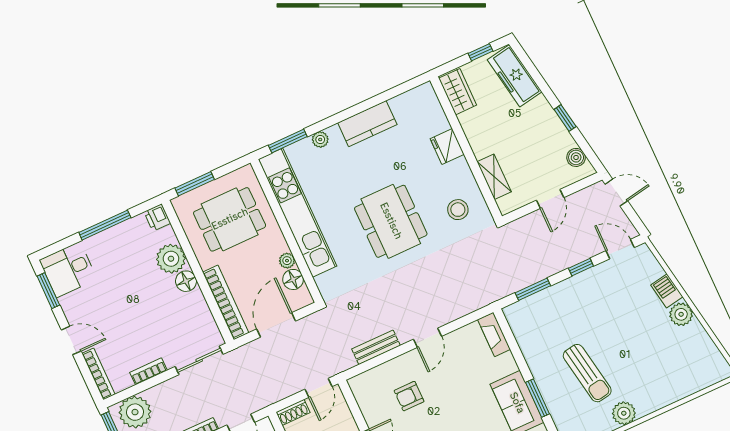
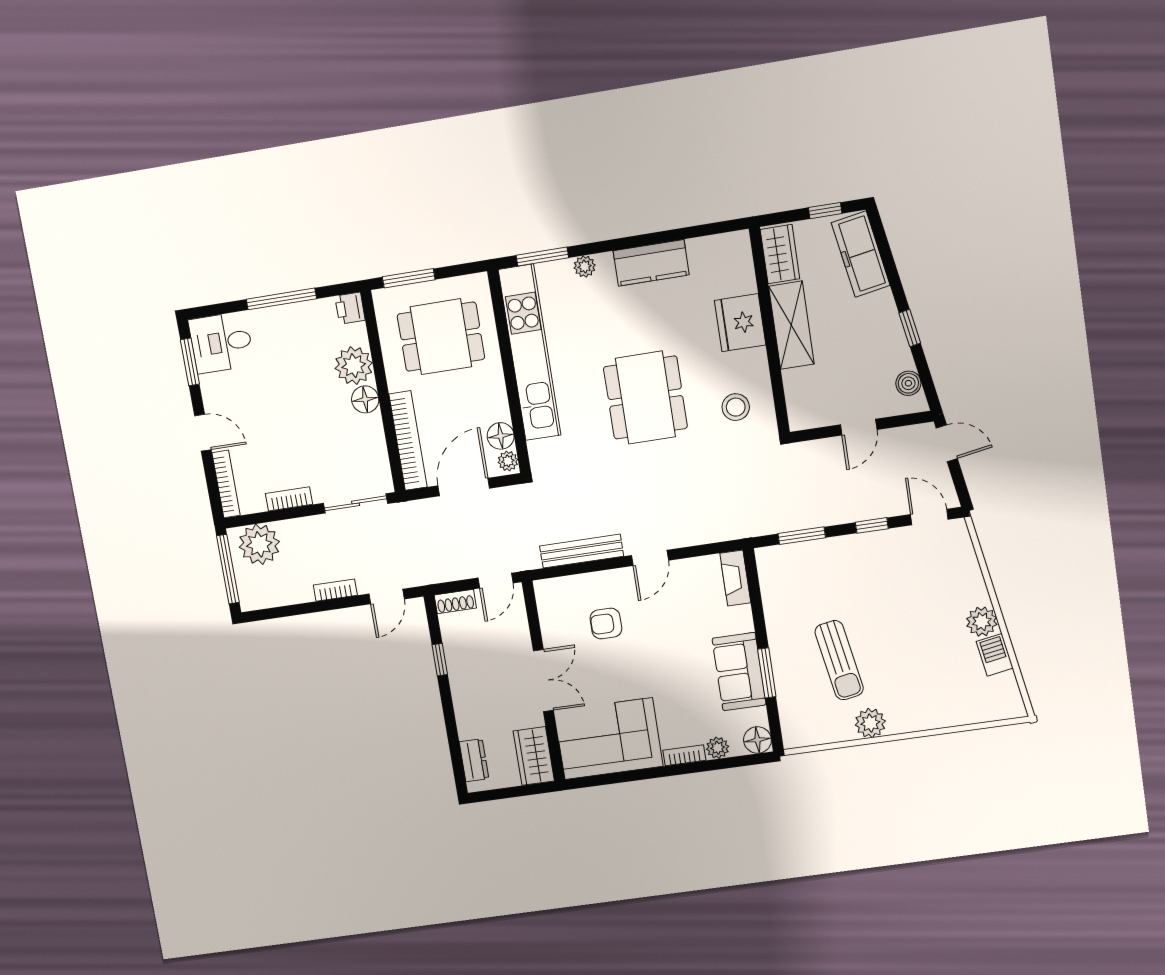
fridge: (447, 146) -> (740, 323), width x1.36, depth x1.34
shelving: (494, 177) -> (791, 325), moved, width x1.50, depth x1.33
plant: (287, 261) -> (508, 461), moved
barbecue: (667, 291) -> (995, 655), moved
bench: (376, 347) -> (582, 551), width x1.36

